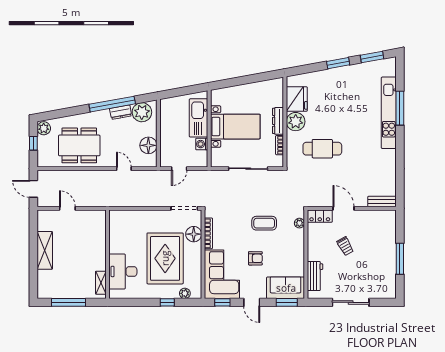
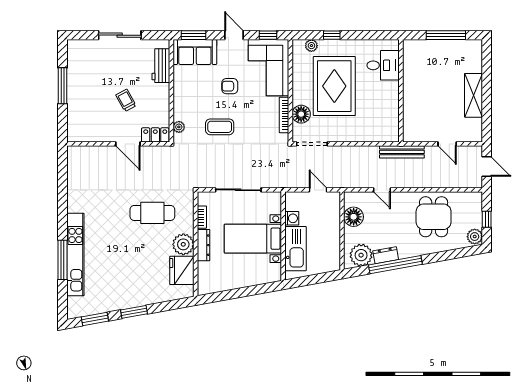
dining table: (79, 145) -> (434, 217), width x0.73
door: (179, 169) -> (318, 190), hinge flipped
bench: (382, 201) -> (402, 152), moved, width x1.36
desk: (123, 271) -> (383, 65), width x0.73
shelving: (101, 283) -> (409, 58), removed

